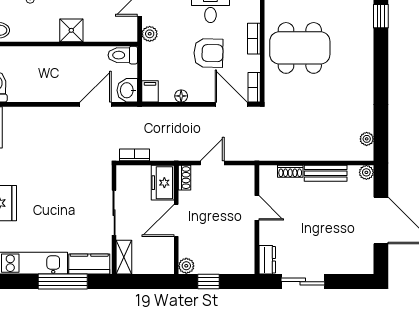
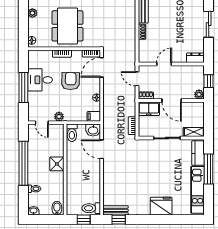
door: (257, 208) -> (164, 64), moved
wall: (257, 220) -> (171, 64), moved
dresser: (267, 260) -> (195, 58), moved

